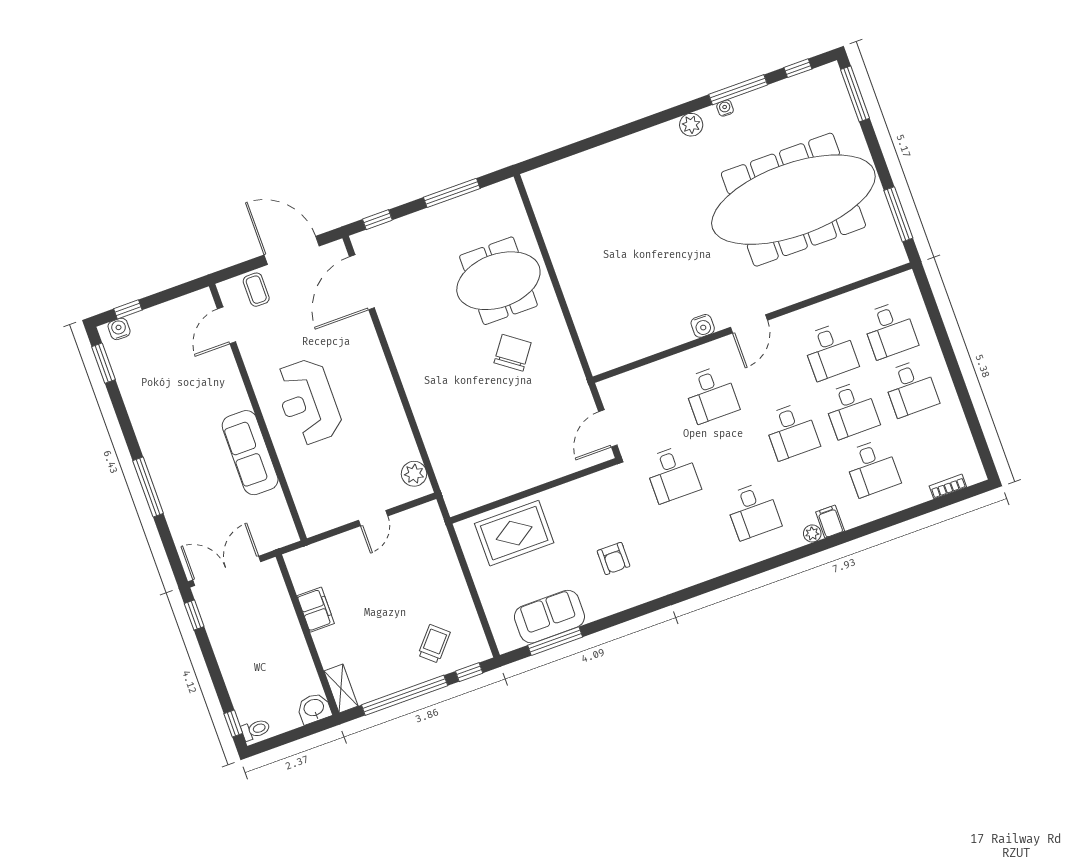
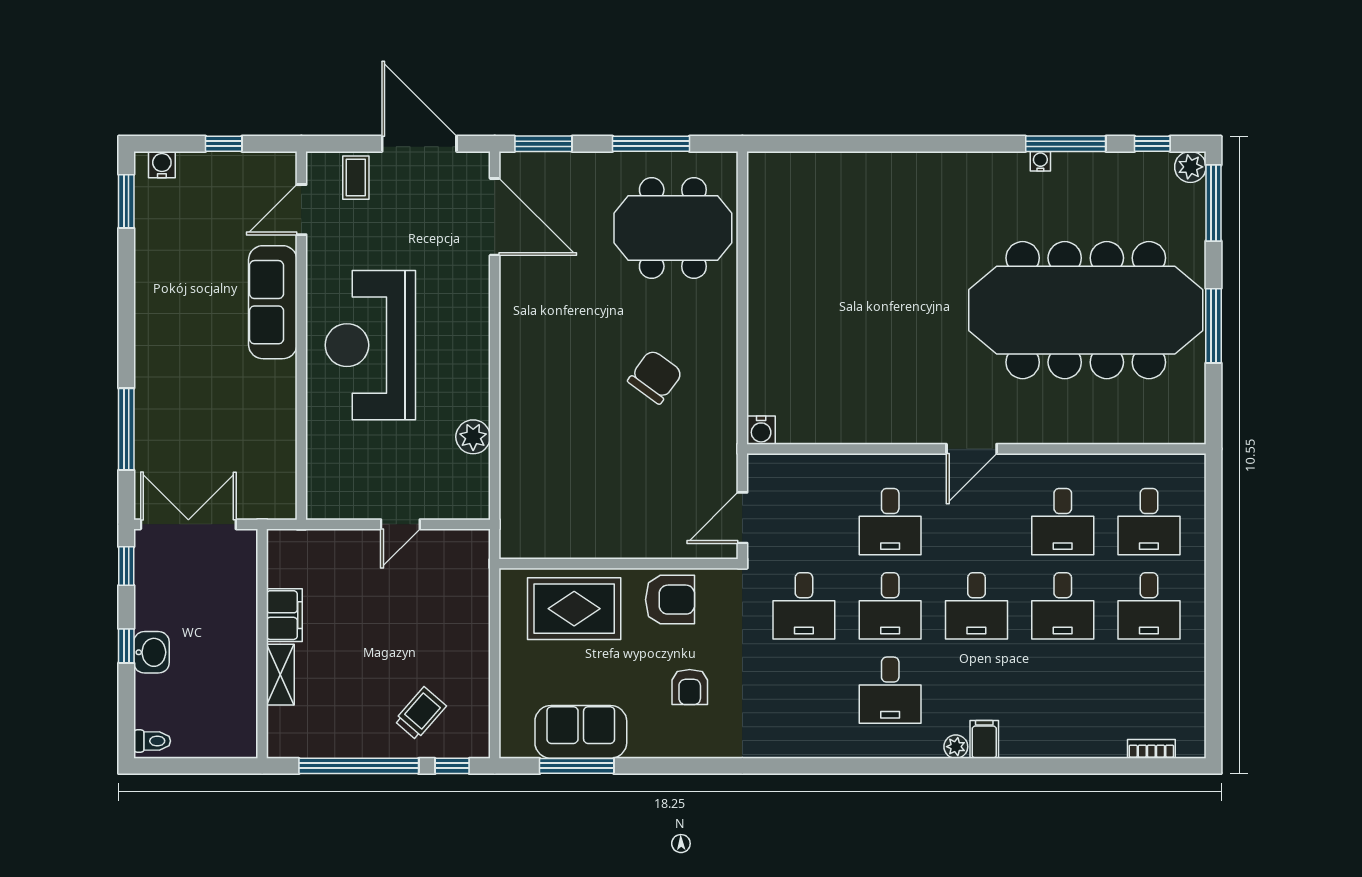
plant: (691, 125) -> (1190, 167), moved
window: (898, 214) -> (1214, 326), moved
window: (377, 220) -> (543, 144), width x1.50
meeting table: (498, 281) -> (673, 228), moved
door: (362, 282) -> (495, 217), swing flipped
window: (128, 309) -> (224, 144), moved
water cooler: (703, 326) -> (761, 430), moved
reception desk: (308, 402) -> (370, 345), width x1.36, depth x1.30
sofa: (250, 453) -> (273, 302), moved
desk: (872, 468) -> (890, 606), moved
plant: (414, 474) -> (473, 437), moved
window: (148, 487) -> (126, 429), moved
armchair: (578, 503) -> (670, 600), added
shelving: (341, 688) -> (280, 675), moved
washbasin: (314, 708) -> (151, 652), moved, turned 90
window: (233, 724) -> (126, 646), moved

